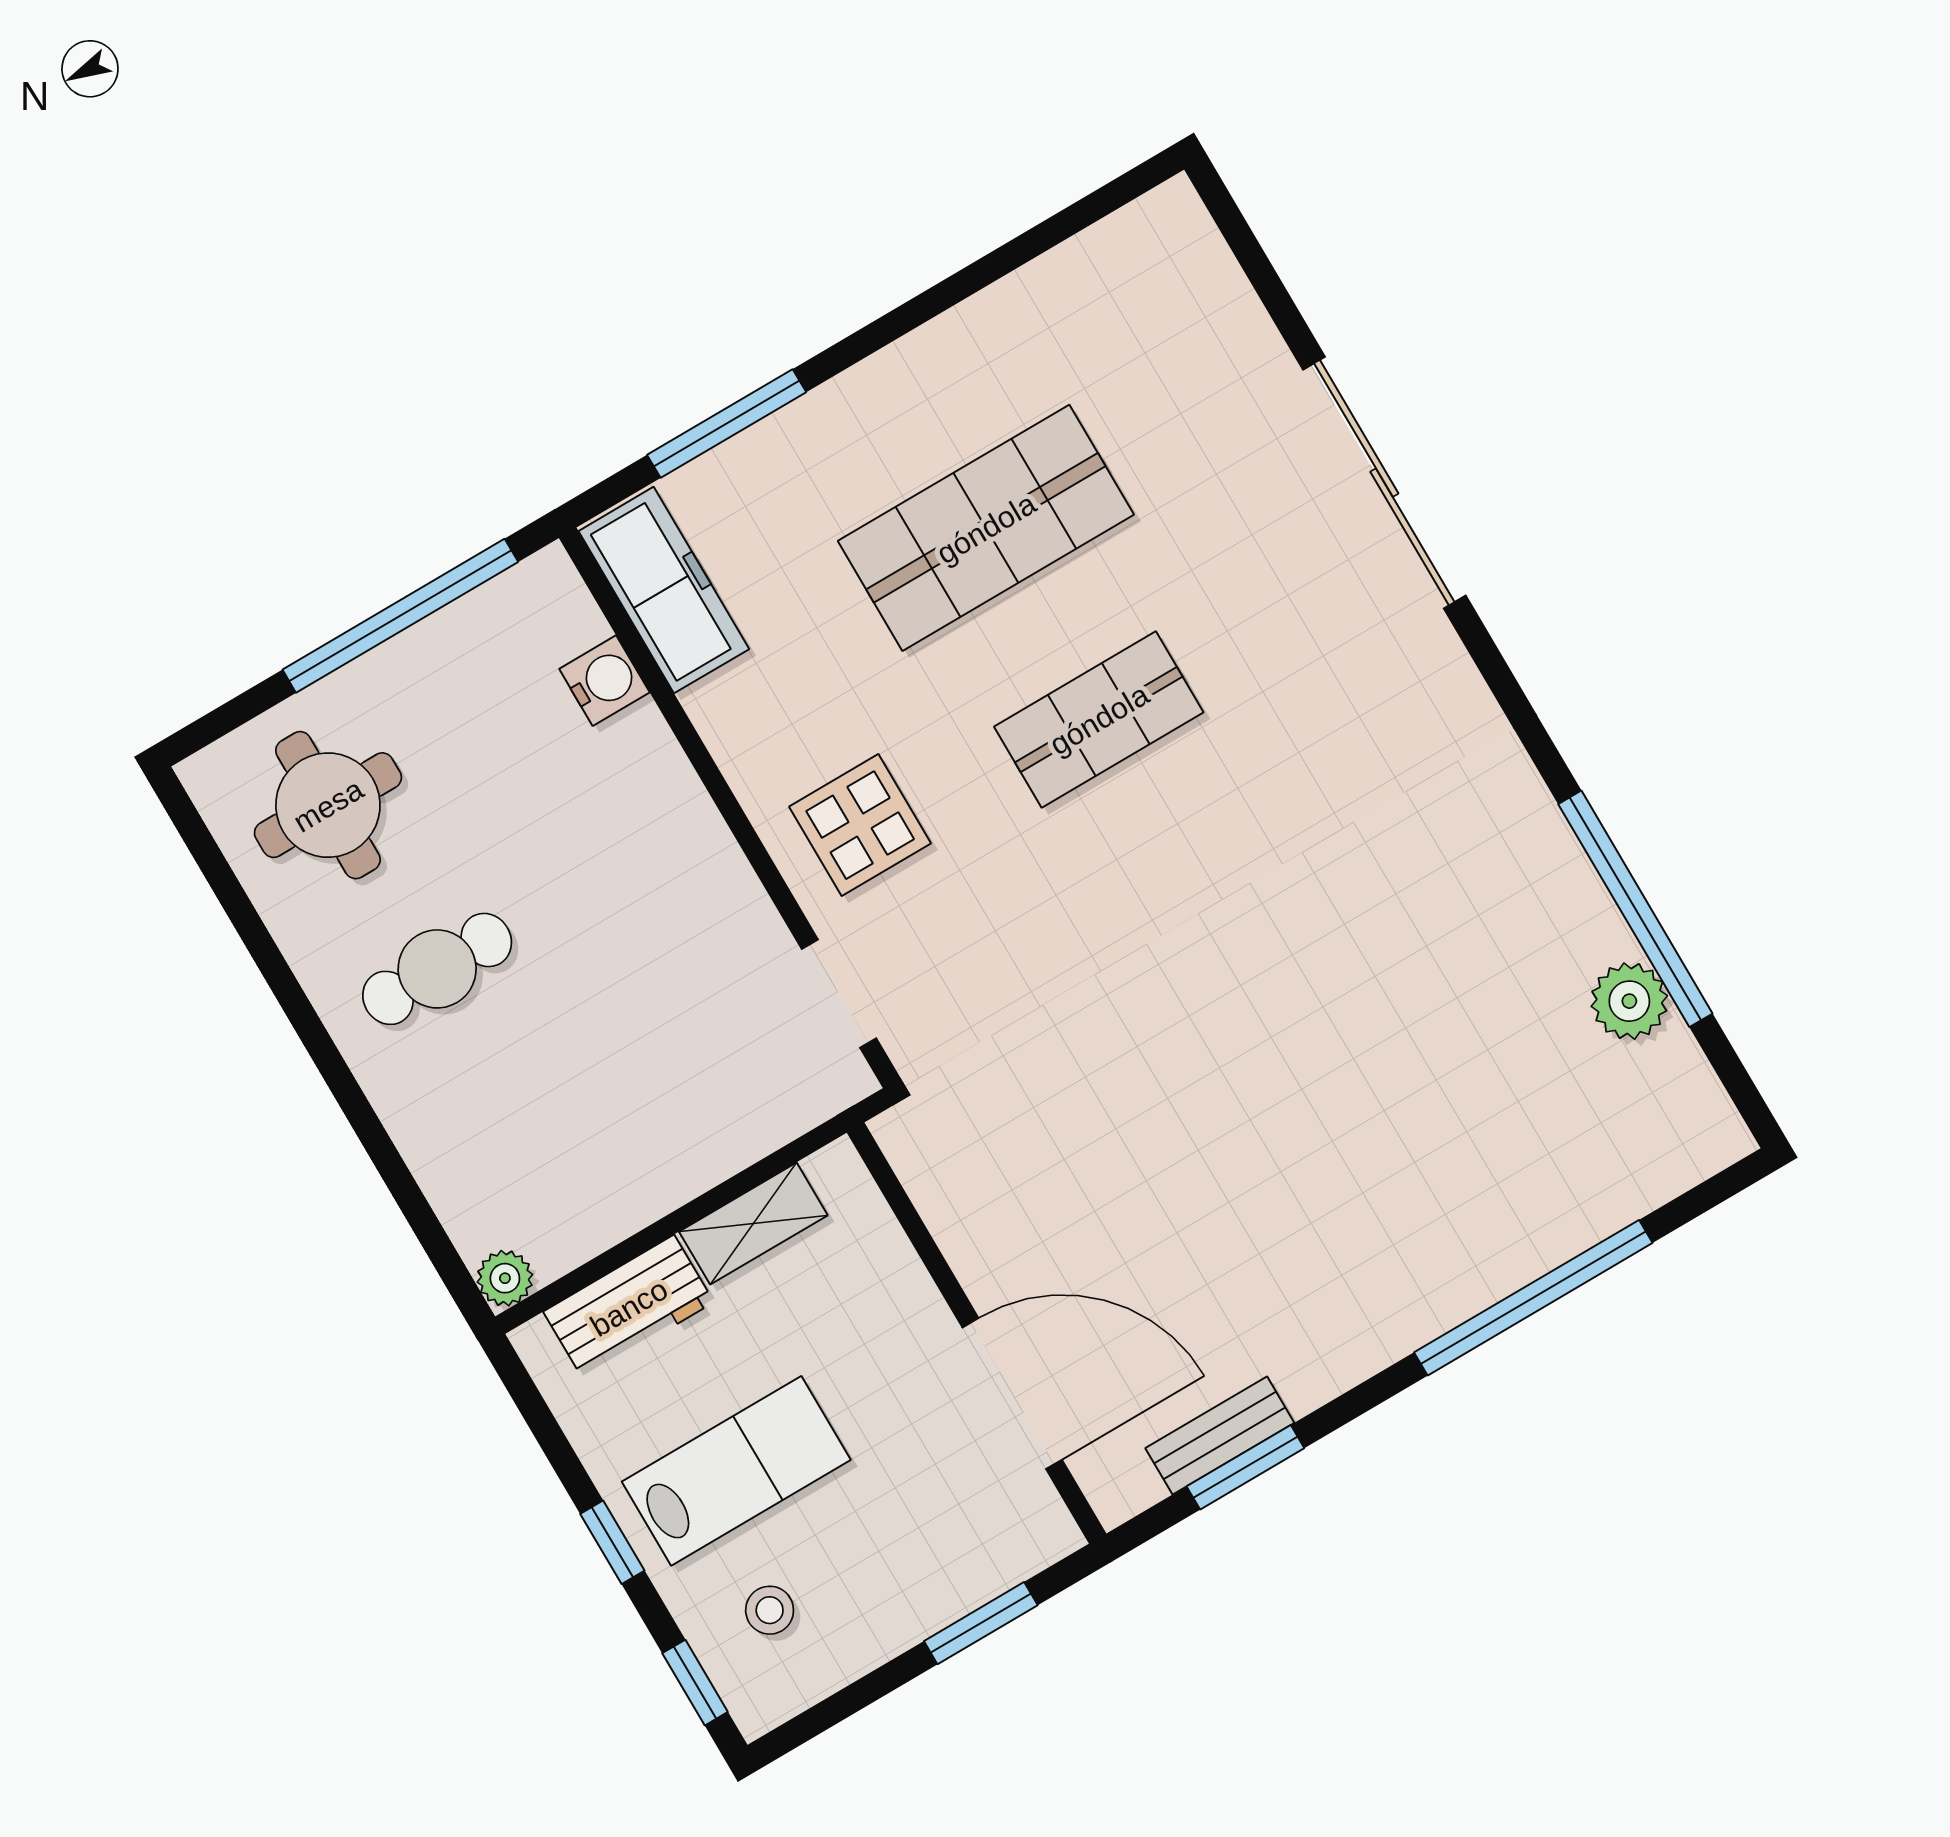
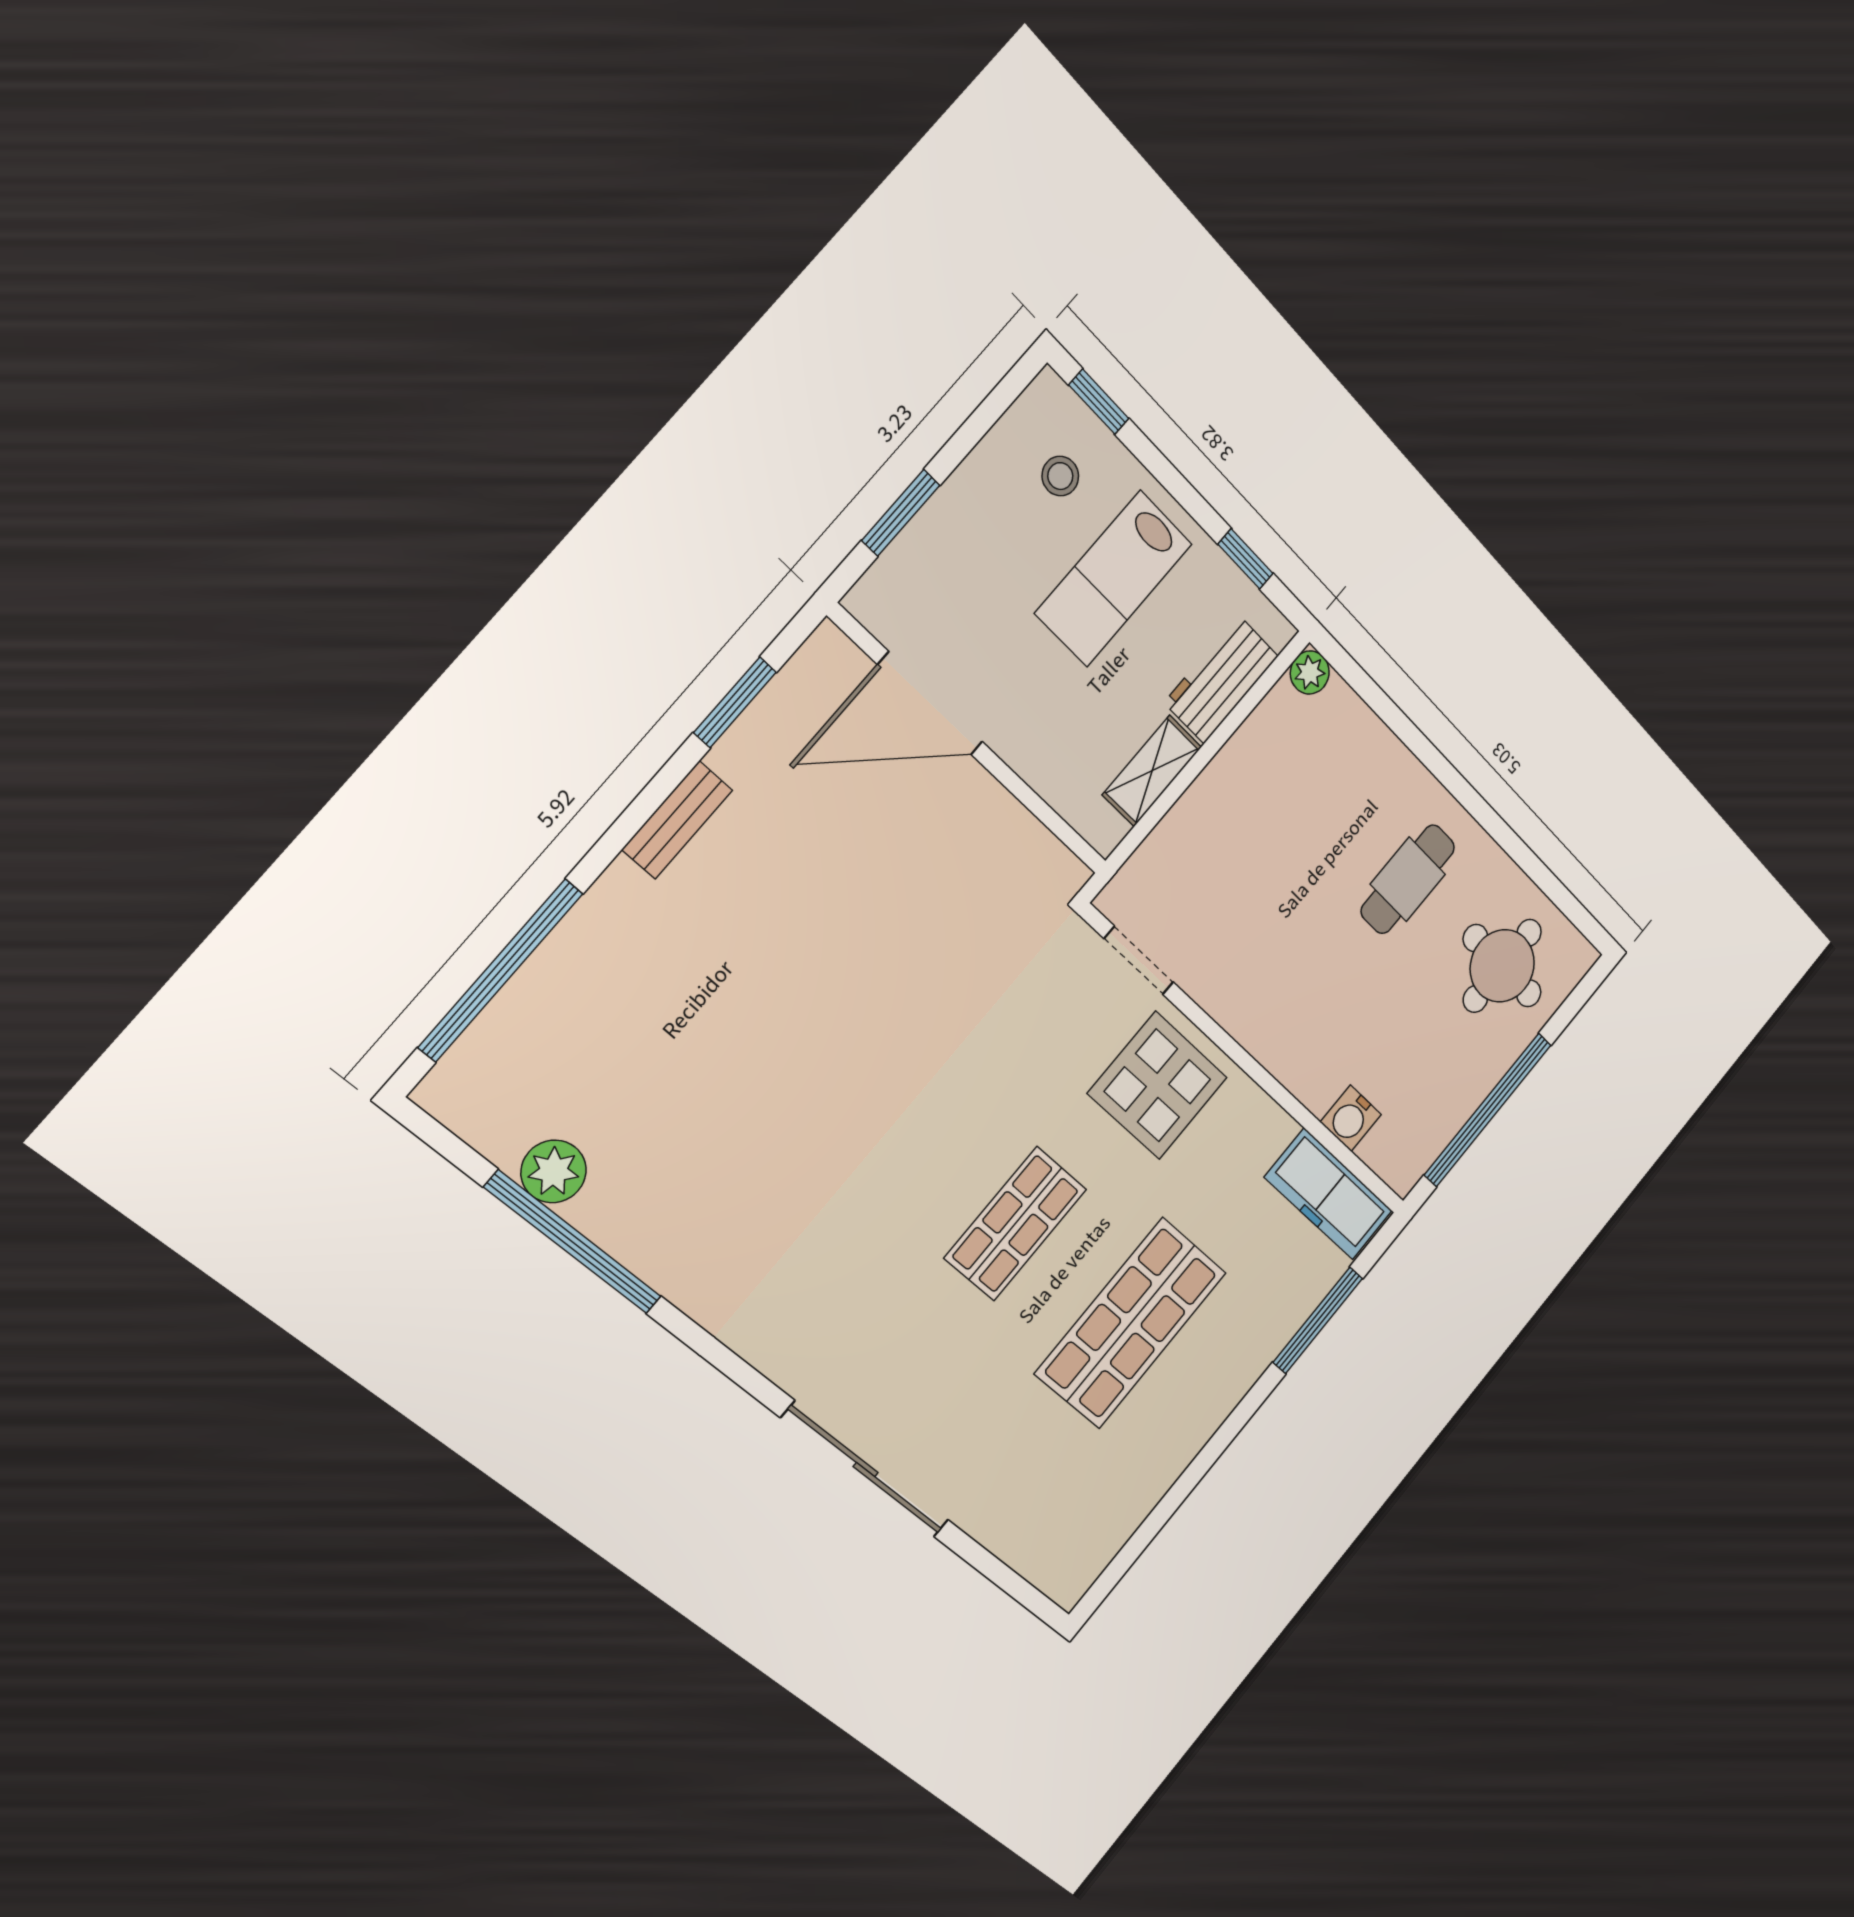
display table: (860, 825) -> (1158, 1085), width x1.36, depth x1.36
window: (1533, 1298) -> (501, 970), moved
bench: (1220, 1435) -> (677, 820), moved
window: (612, 1542) -> (1246, 559), moved

